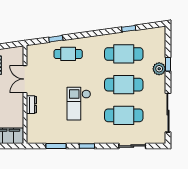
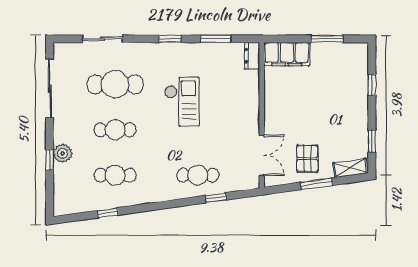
cafe table: (124, 54) -> (115, 175), width x0.73, depth x0.74
double door: (25, 79) -> (262, 155), moved
cafe table: (124, 85) -> (115, 130), width x0.73, depth x0.74
dresser: (31, 105) -> (252, 56), moved

